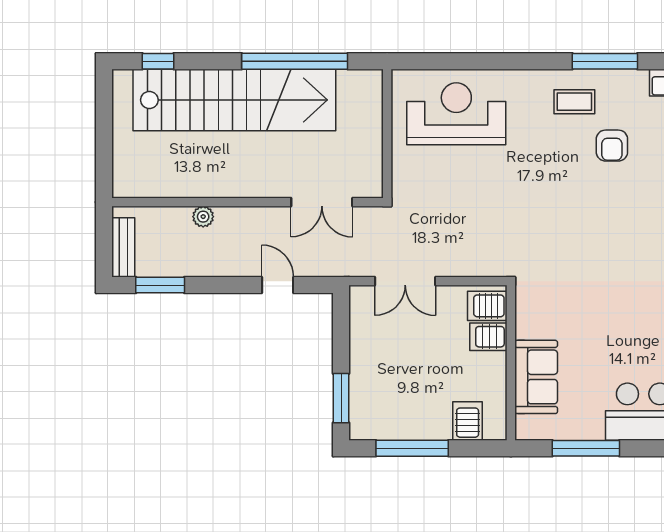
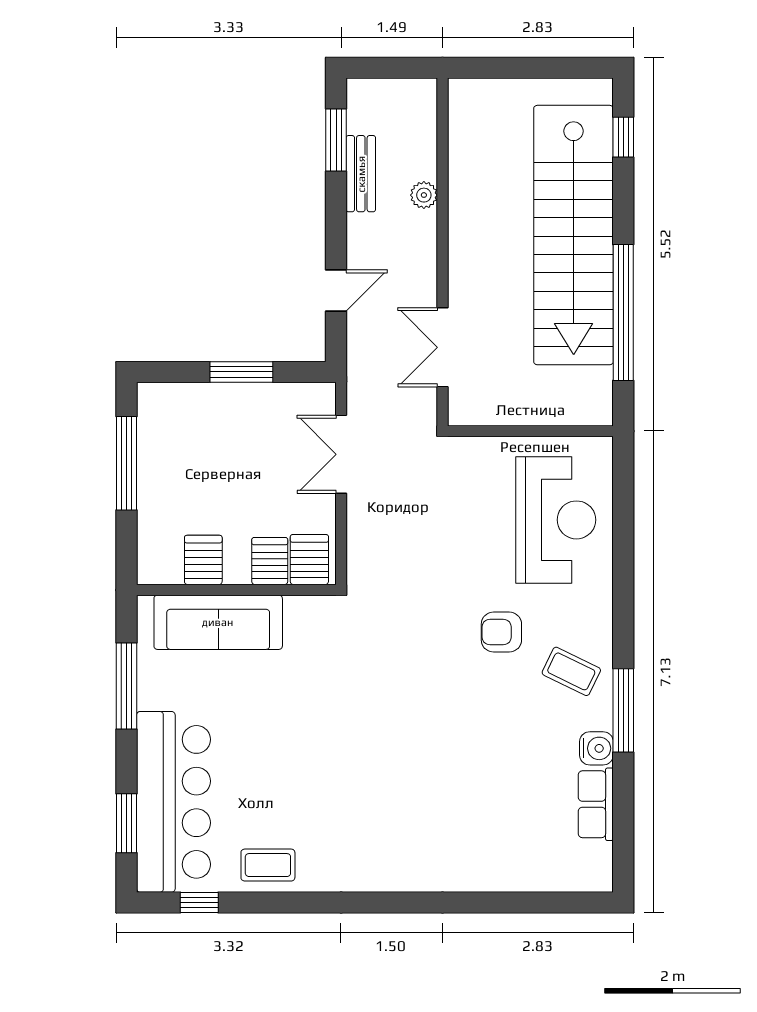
water cooler: (634, 82) -> (596, 748), added
coffee table: (574, 102) -> (571, 671), turned -64
armchair: (612, 146) -> (501, 632), moved
bench: (123, 247) -> (361, 174), moved, turned 90
sofa: (536, 377) -> (218, 622), width x1.36
window: (341, 398) -> (241, 372), moved
server rack: (468, 421) -> (203, 560), moved, turned -90

